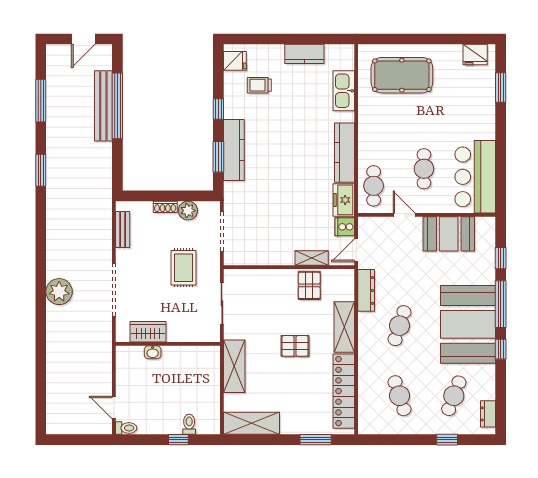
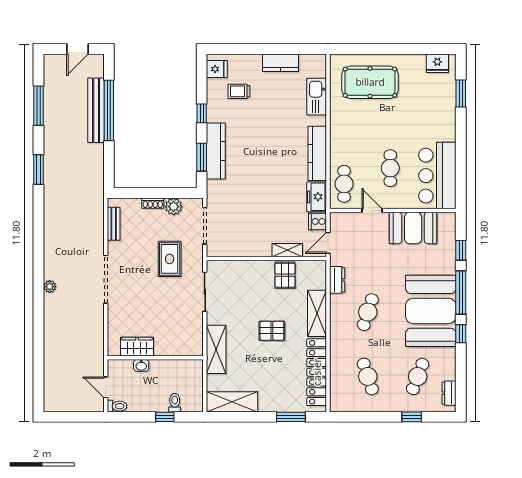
dresser: (366, 290) -> (337, 280), width x0.70
plant: (59, 292) -> (50, 287), width x0.53, depth x0.53
wardrobe: (148, 332) -> (137, 347), moved
wall: (168, 344) -> (155, 358), moved
washbasin: (153, 352) -> (141, 365), moved

